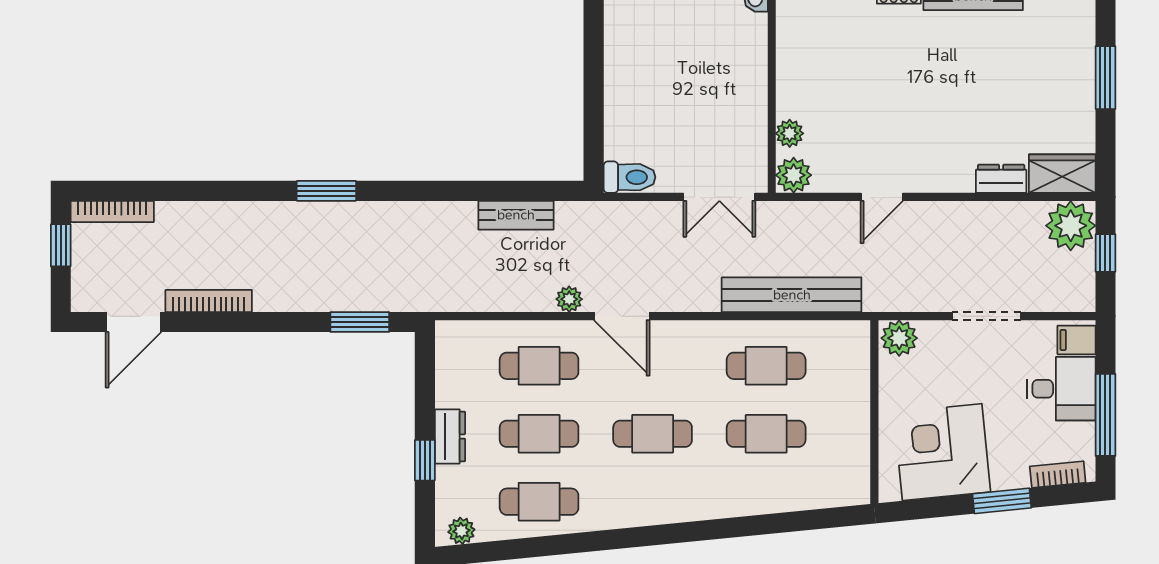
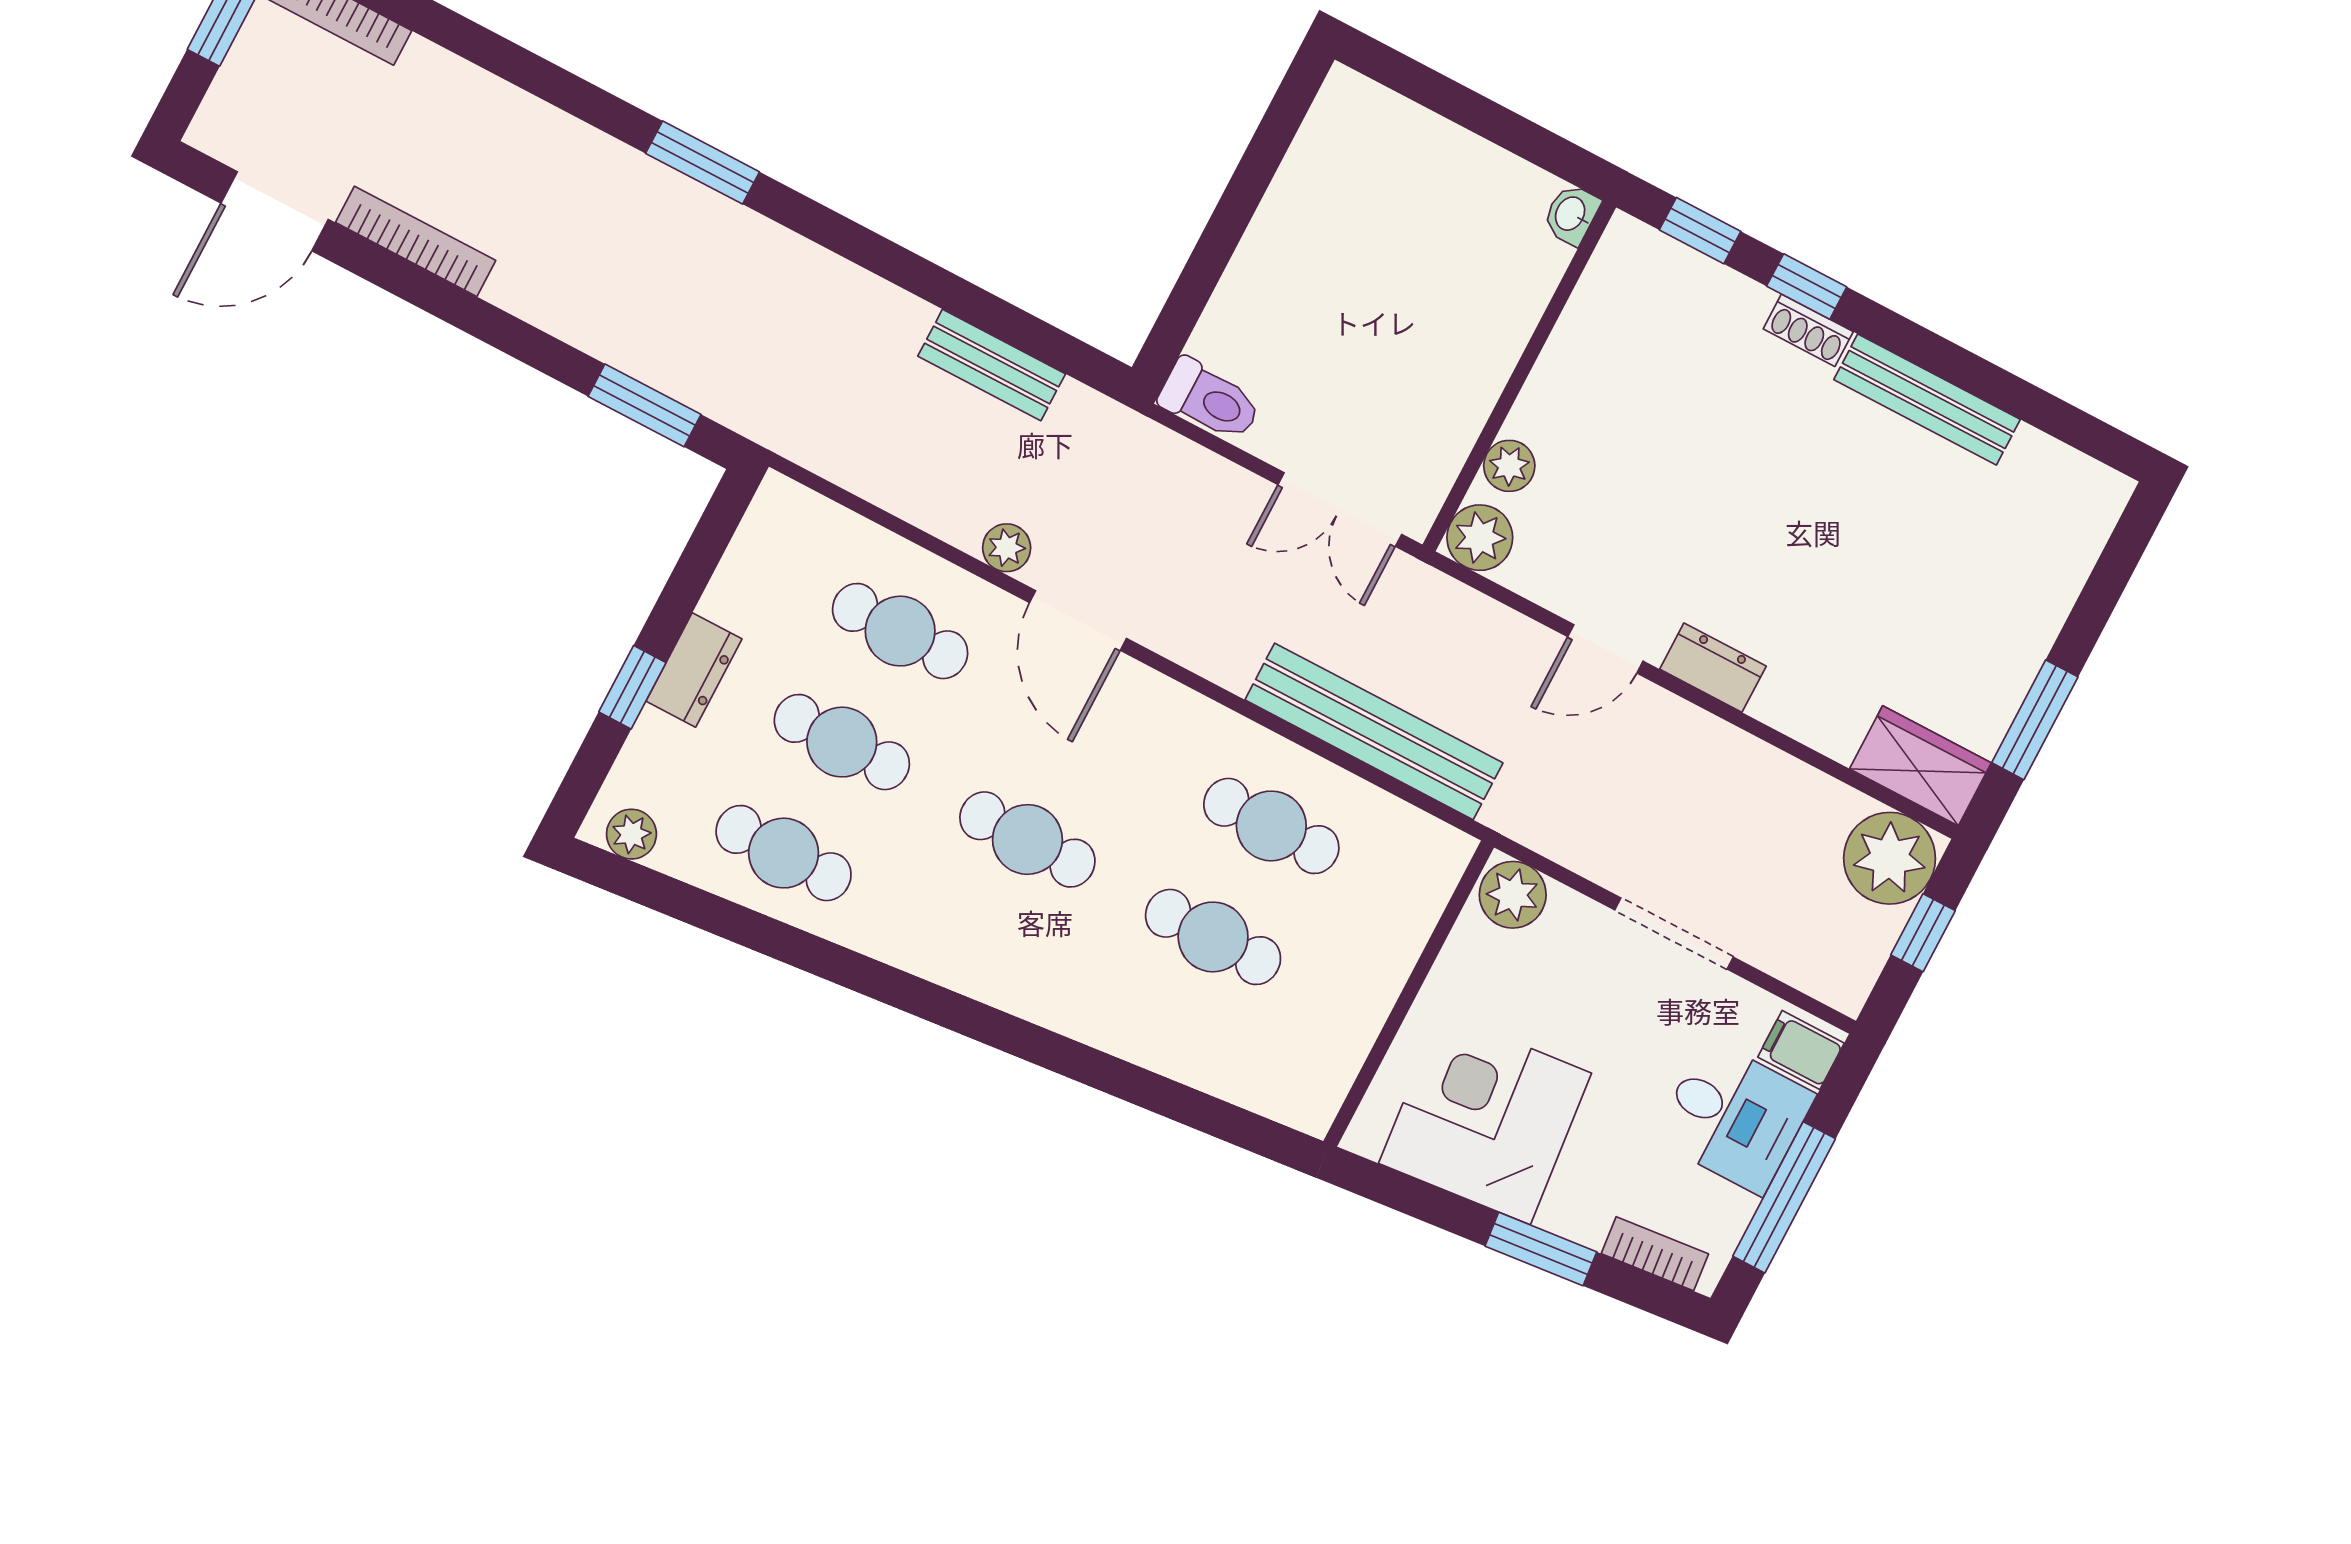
window: (1105, 78) -> (2035, 720), moved
dresser: (1001, 179) -> (1713, 668), moved

